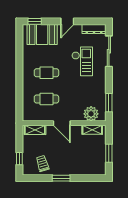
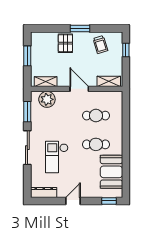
booth: (42, 35) -> (111, 172), moved, turned 90
sliding door: (109, 51) -> (27, 148), moved
pallet: (74, 165) -> (65, 43), added

